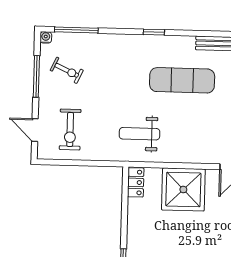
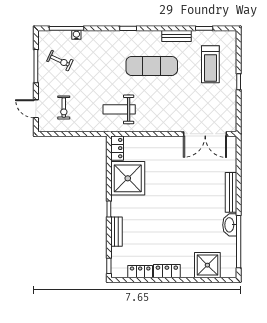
water cooler: (46, 37) -> (76, 35), moved
exercise bike: (70, 129) -> (64, 108), width x0.73, depth x0.72
shower: (183, 189) -> (128, 178), moved

